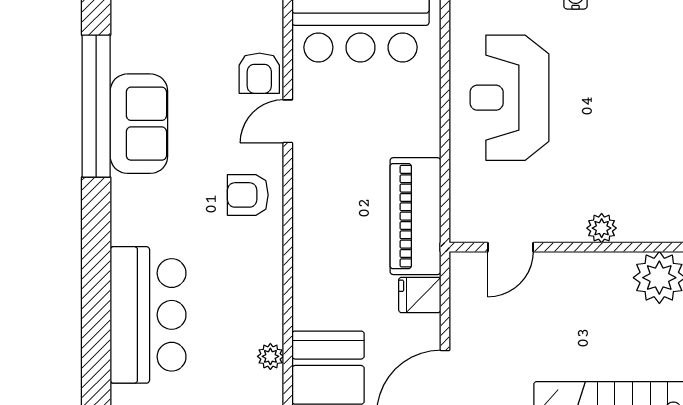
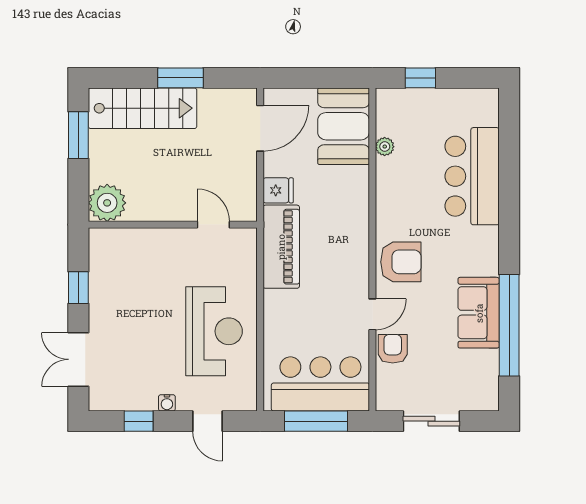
armchair: (248, 195) -> (401, 262), width x1.38, depth x1.38
plant: (602, 228) -> (148, 238), removed
door: (511, 247) -> (213, 225), hinge flipped

